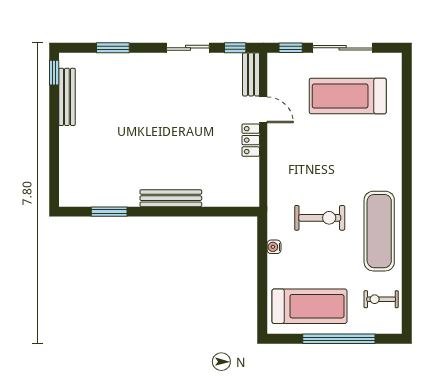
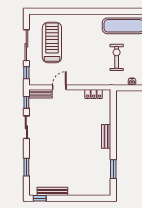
treadmill: (348, 96) -> (52, 42), turned 180
locker: (251, 140) -> (94, 94), moved
bench: (171, 198) -> (106, 136), width x0.73

